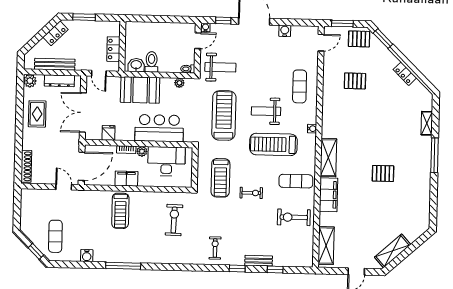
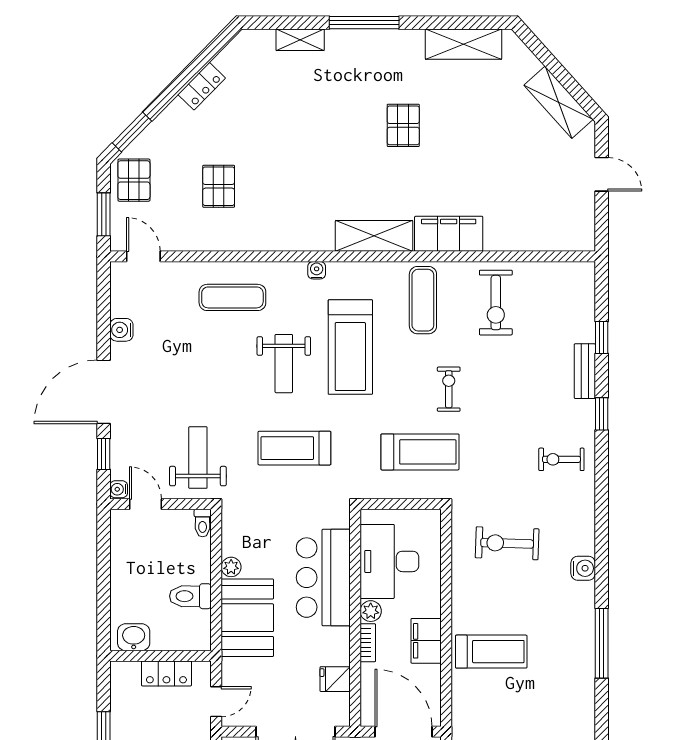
washbasin: (136, 65) -> (134, 637), moved, turned 90
plant: (179, 83) -> (231, 567), moved
treadmill: (224, 115) -> (294, 448), width x0.73, depth x0.73
shelving: (326, 246) -> (463, 44), moved
water cooler: (87, 256) -> (583, 568), moved

